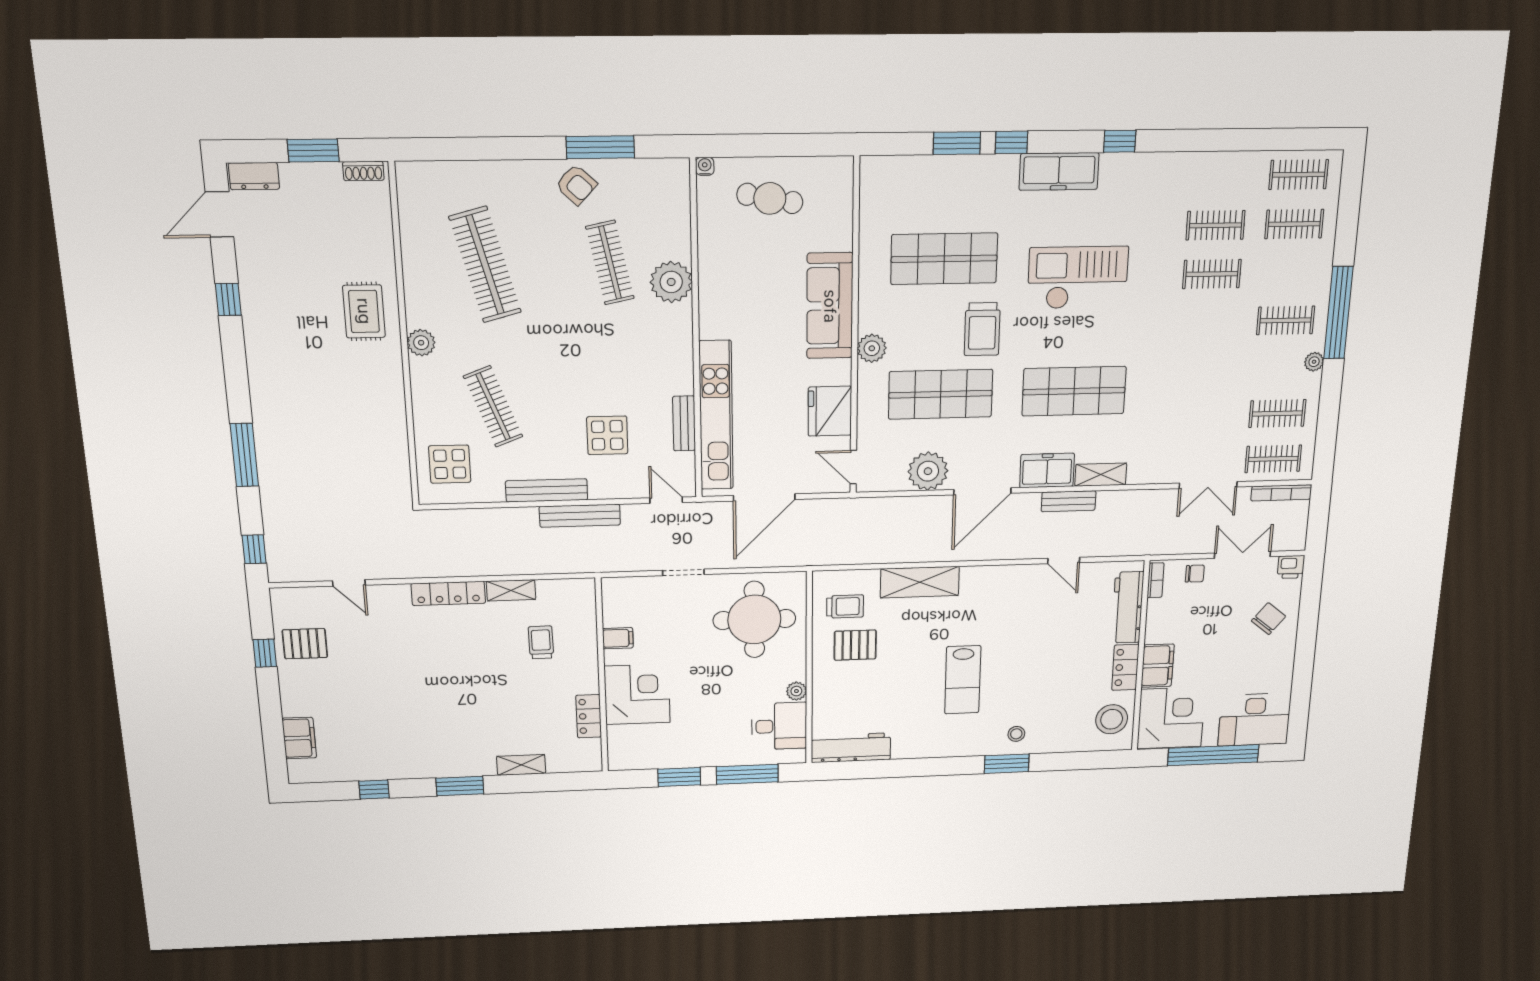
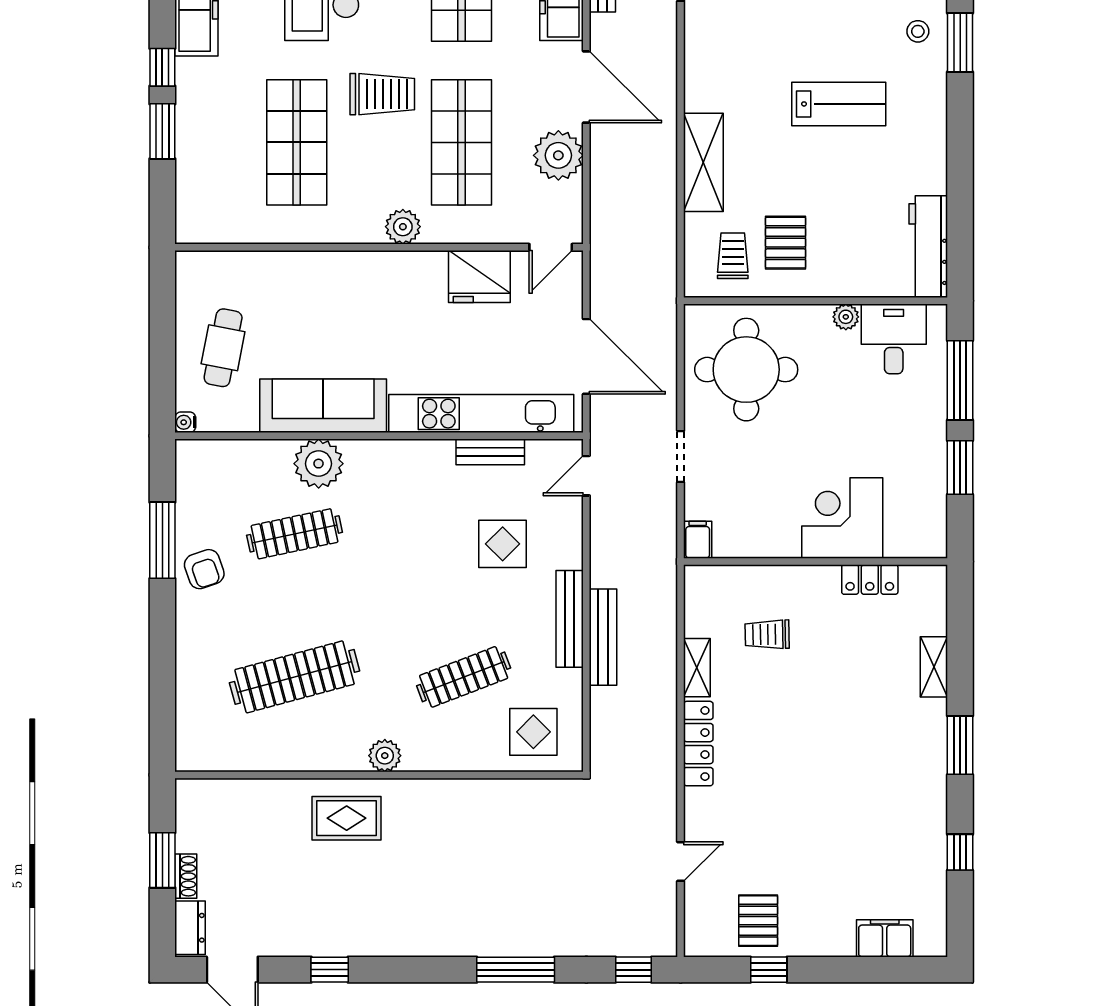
shoe rack: (363, 171) -> (186, 876), moved
armchair: (576, 185) -> (204, 569), turned 118
sofa: (830, 306) -> (323, 406), moved, turned 180
bench: (580, 516) -> (603, 637), moved
filing cabinet: (618, 638) -> (698, 540), moved

